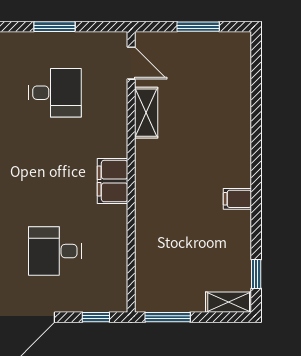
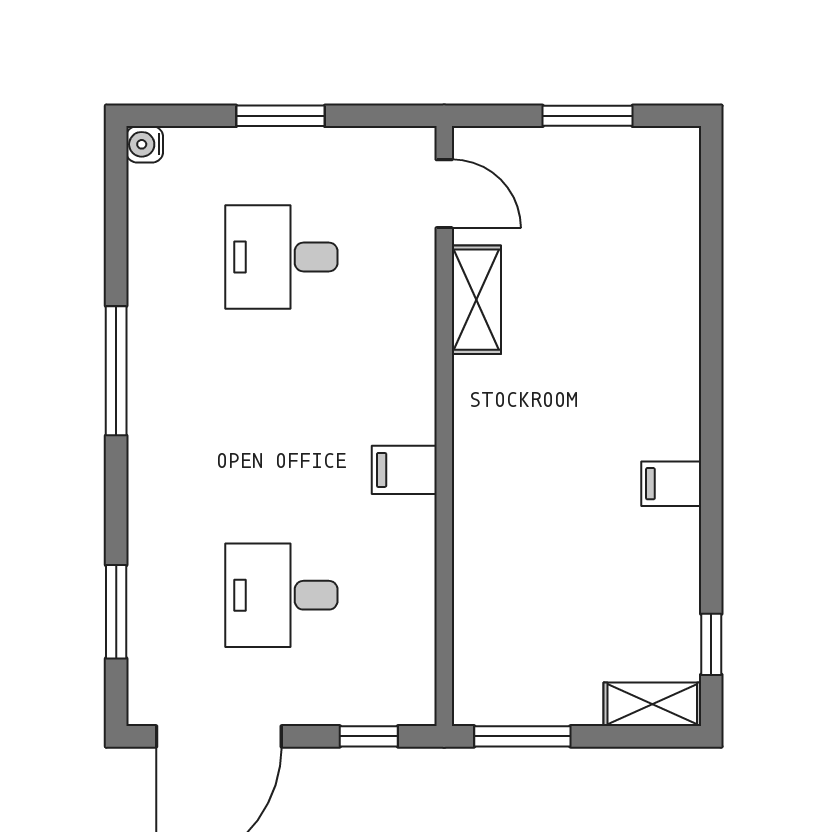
desk: (55, 93) -> (281, 257), turned 180
filing cabinet: (112, 181) -> (404, 470), width x0.50

